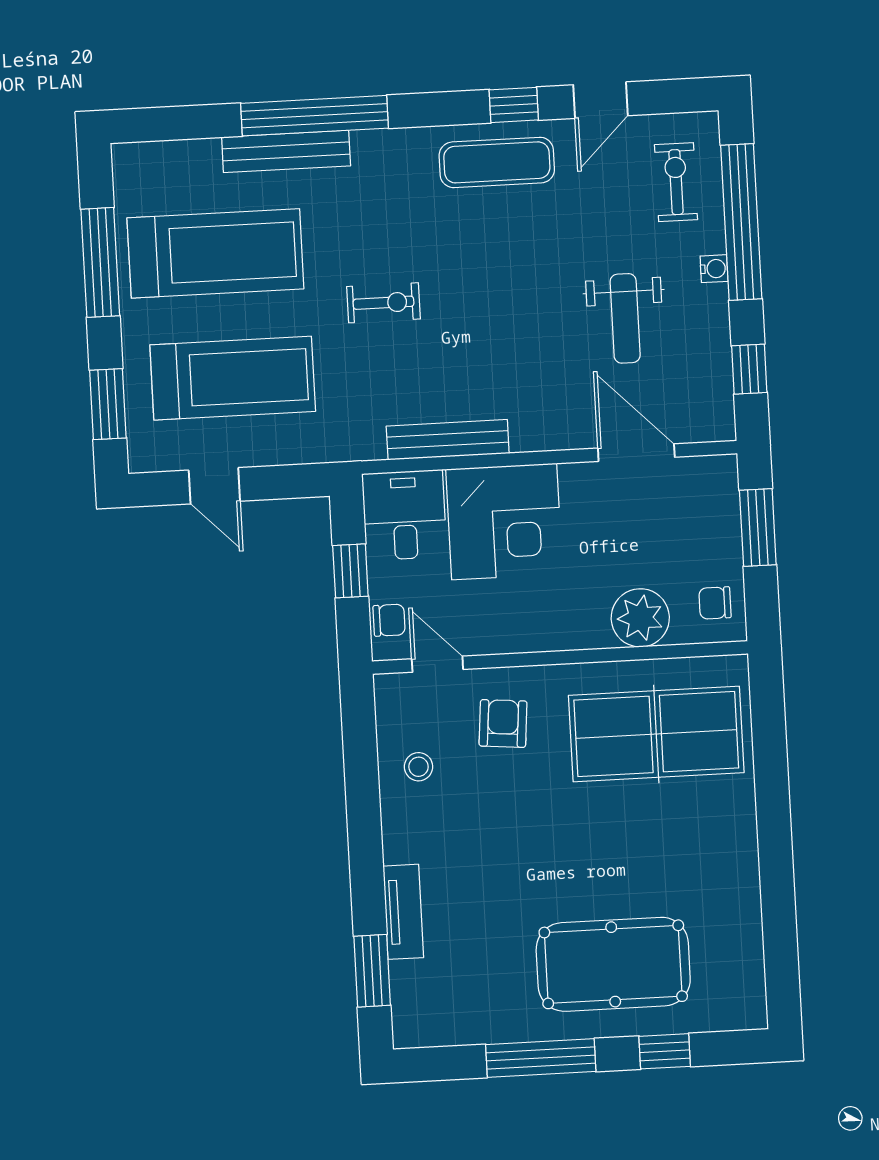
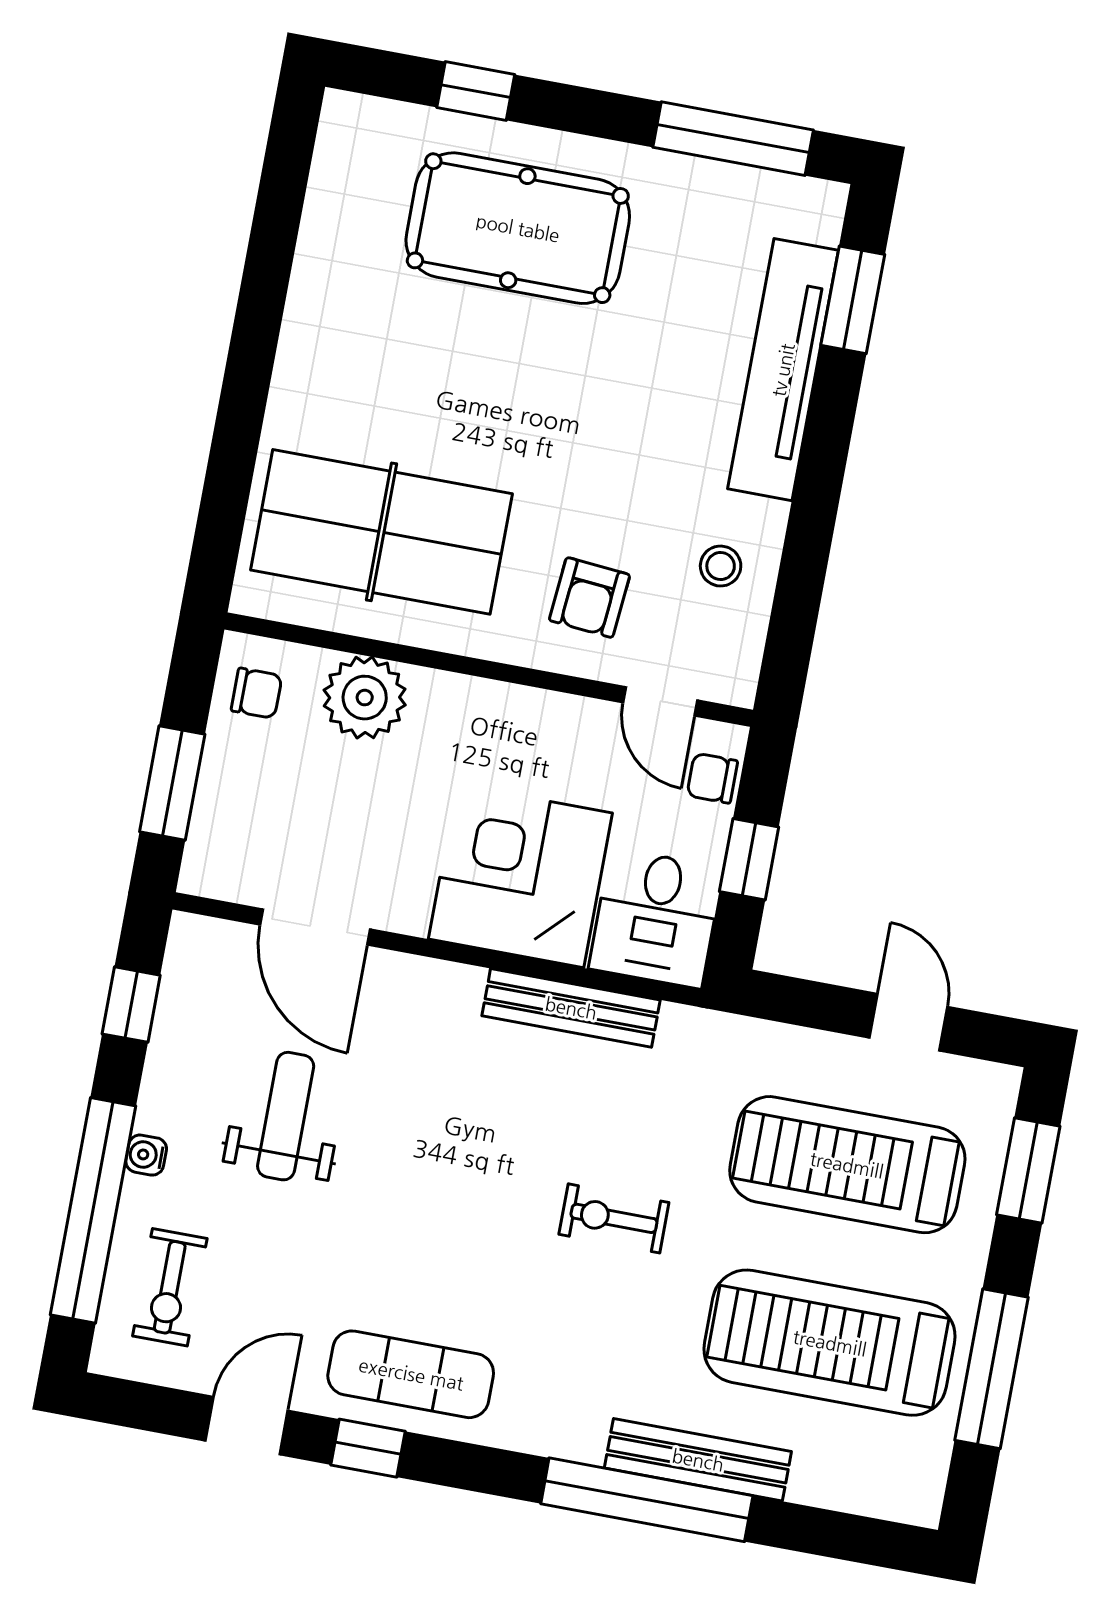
tv unit: (403, 912) -> (783, 370), width x1.92, depth x1.29
window: (541, 1058) -> (733, 139), moved

